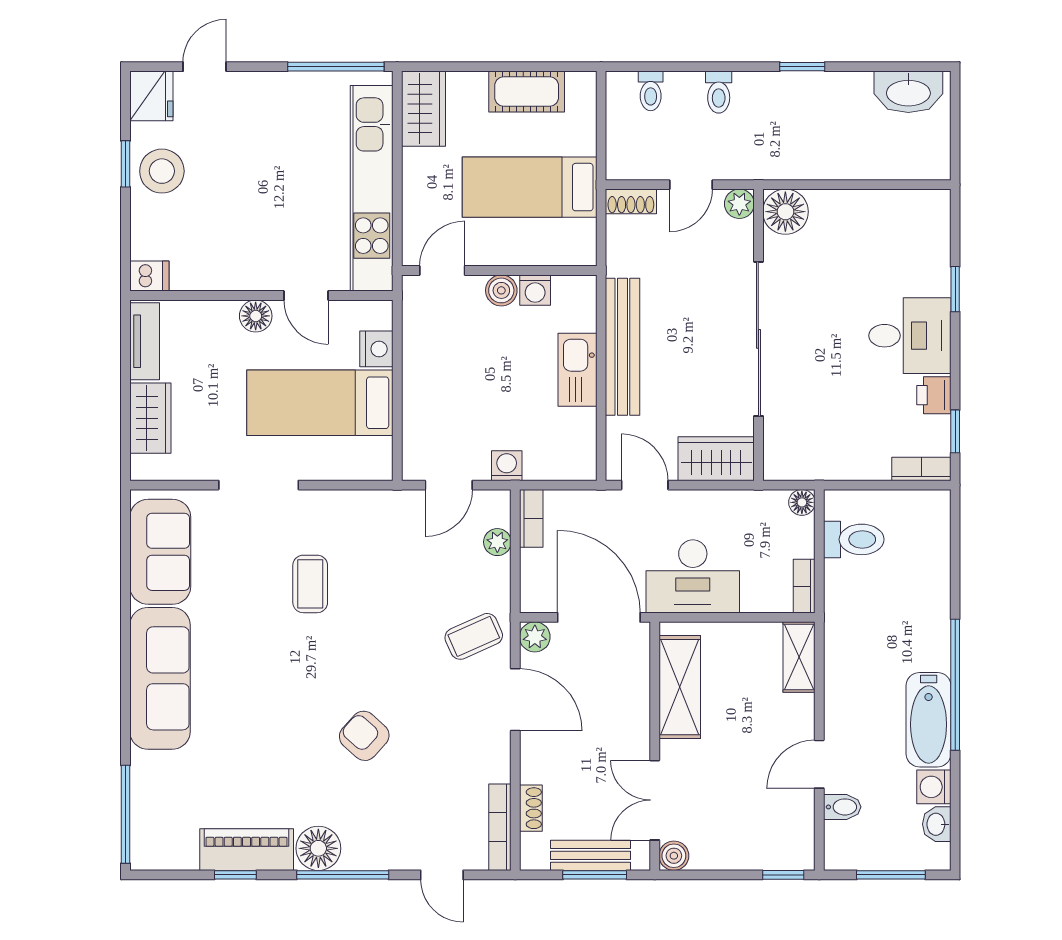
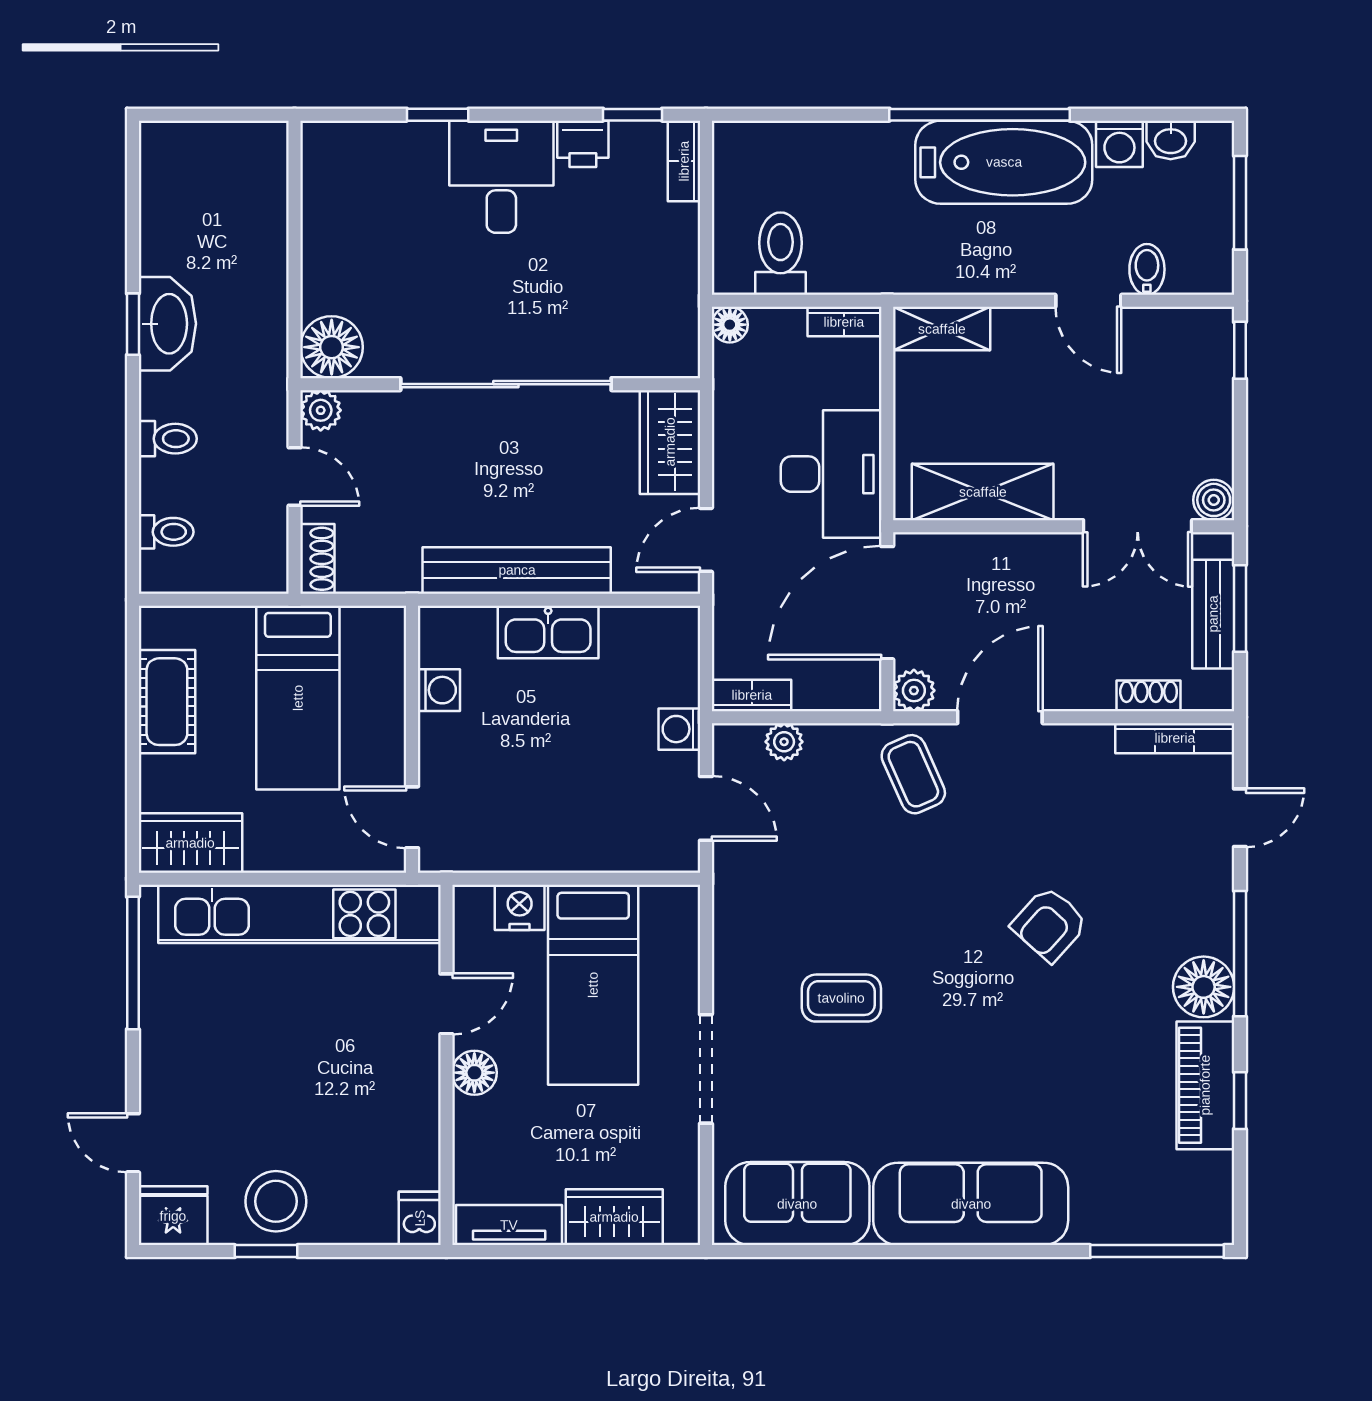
washbasin: (908, 92) -> (167, 324), moved
boiler: (501, 290) -> (439, 736), removed
bathtub: (929, 720) -> (1004, 162), width x1.36, depth x1.36

